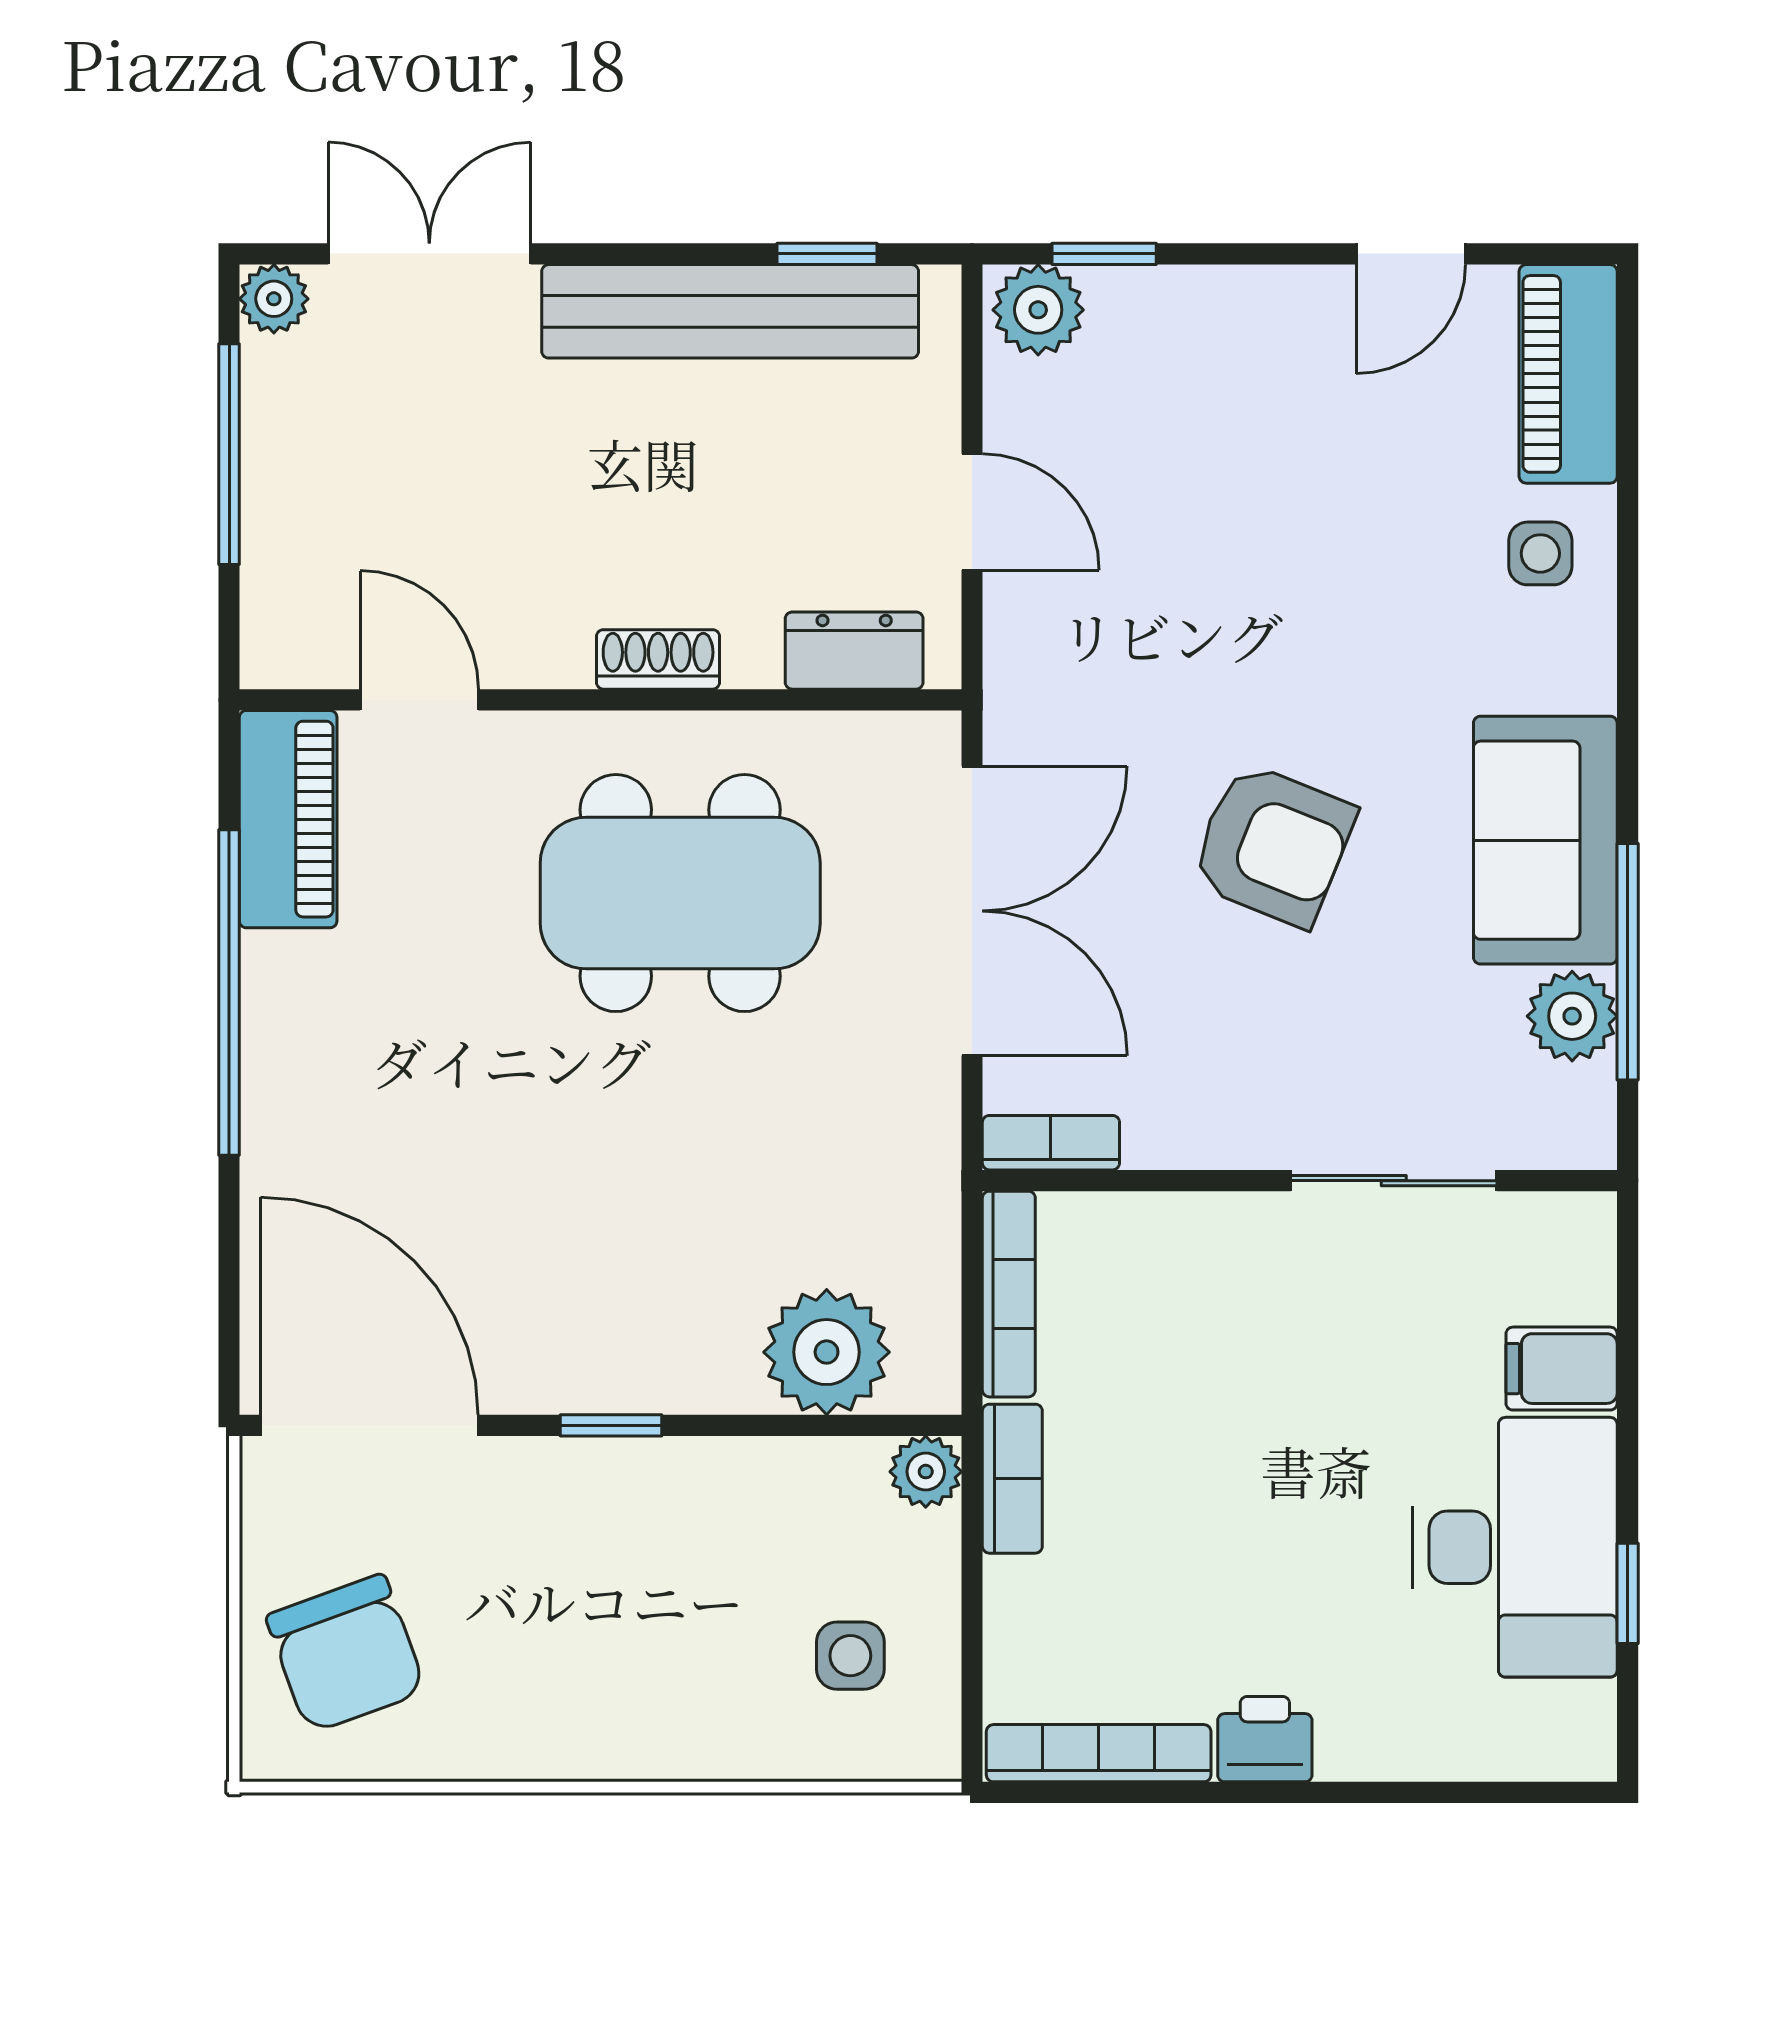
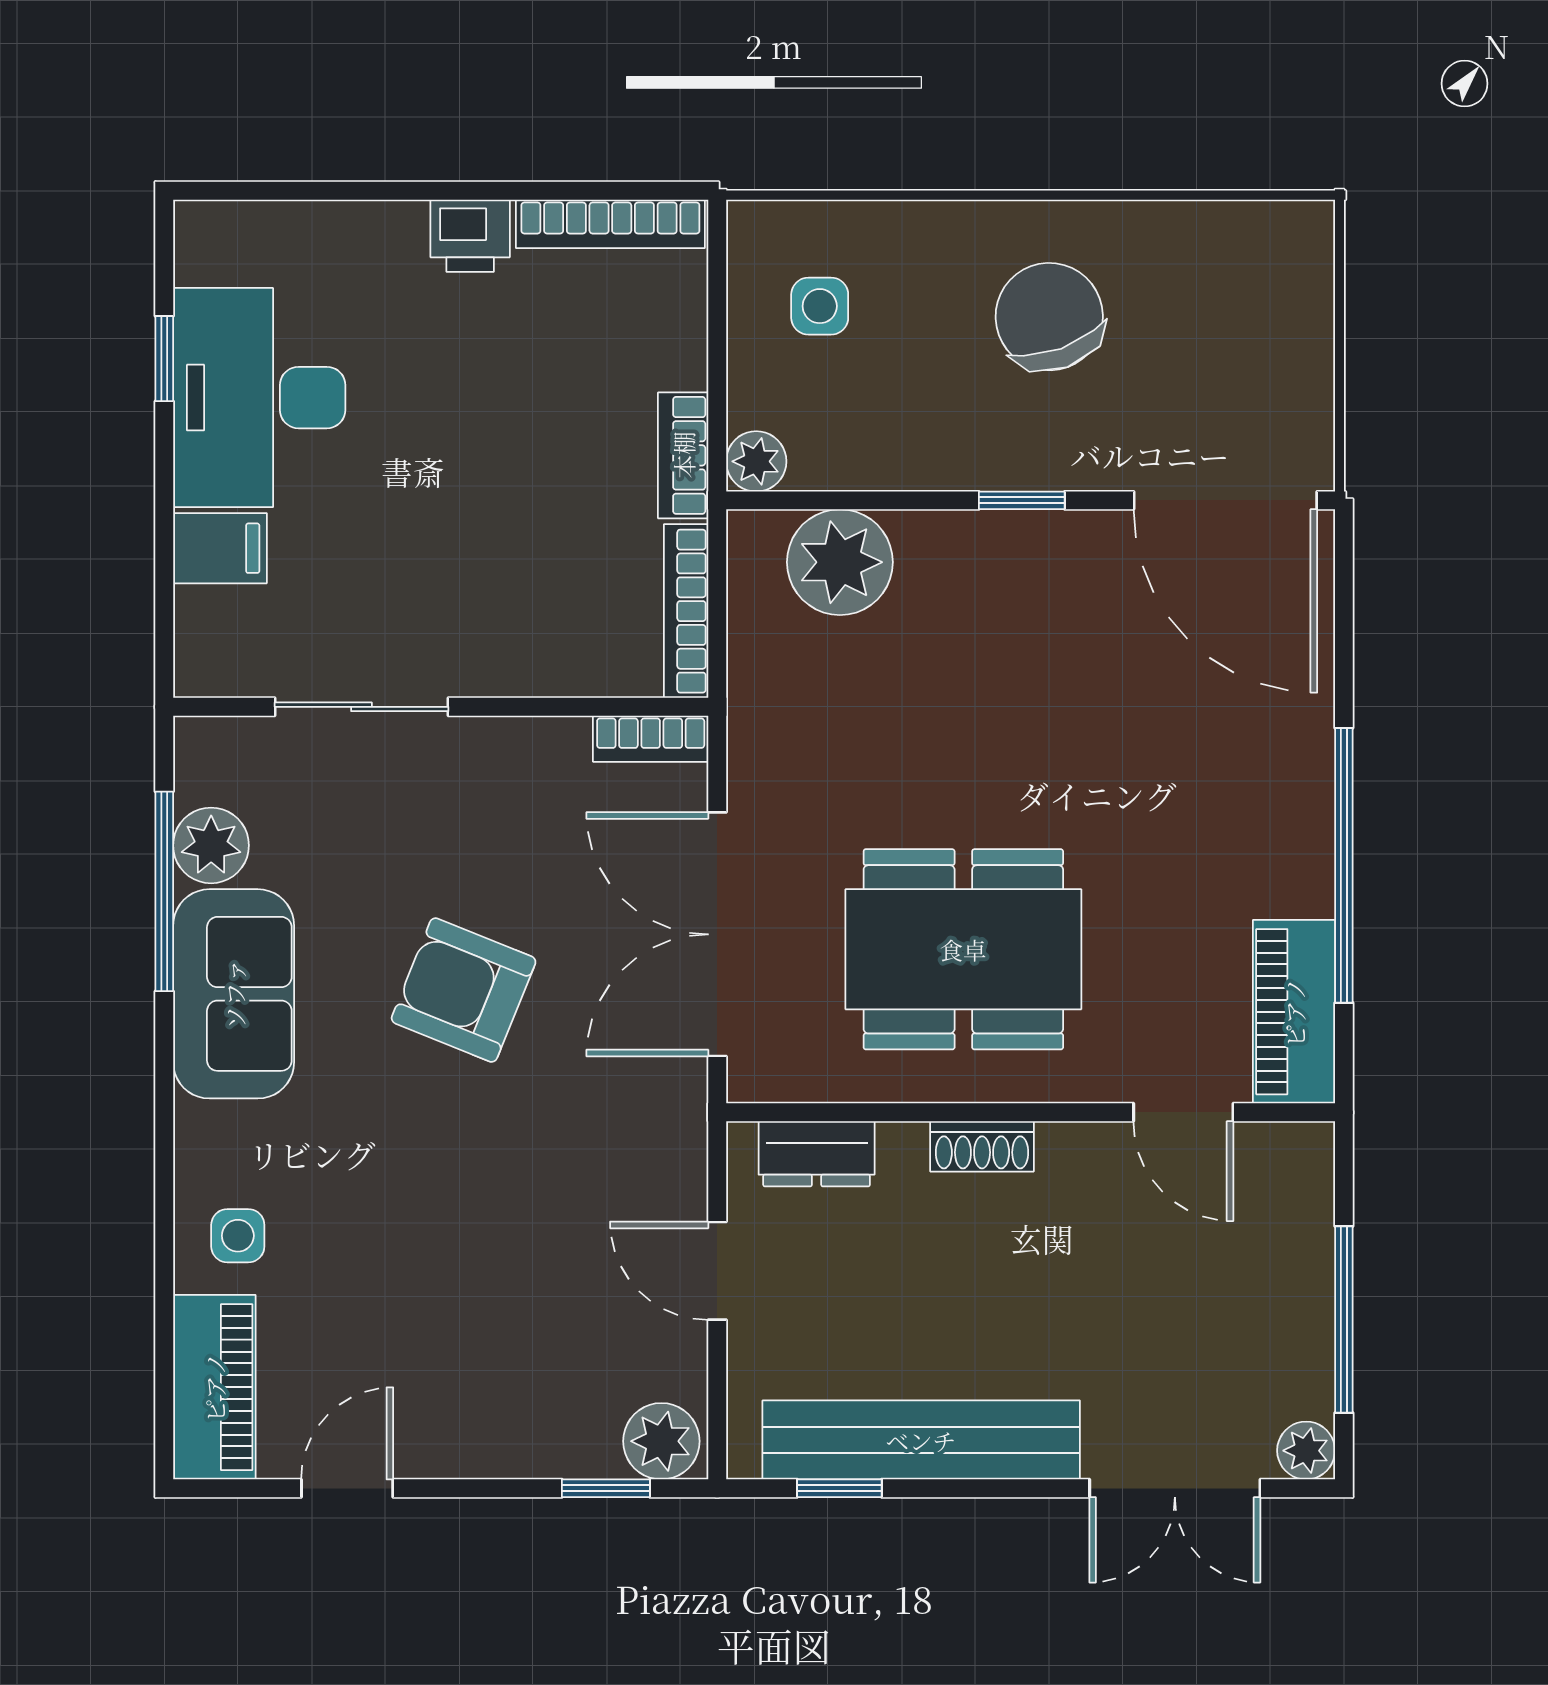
chair: (346, 1654) -> (1049, 317), moved

